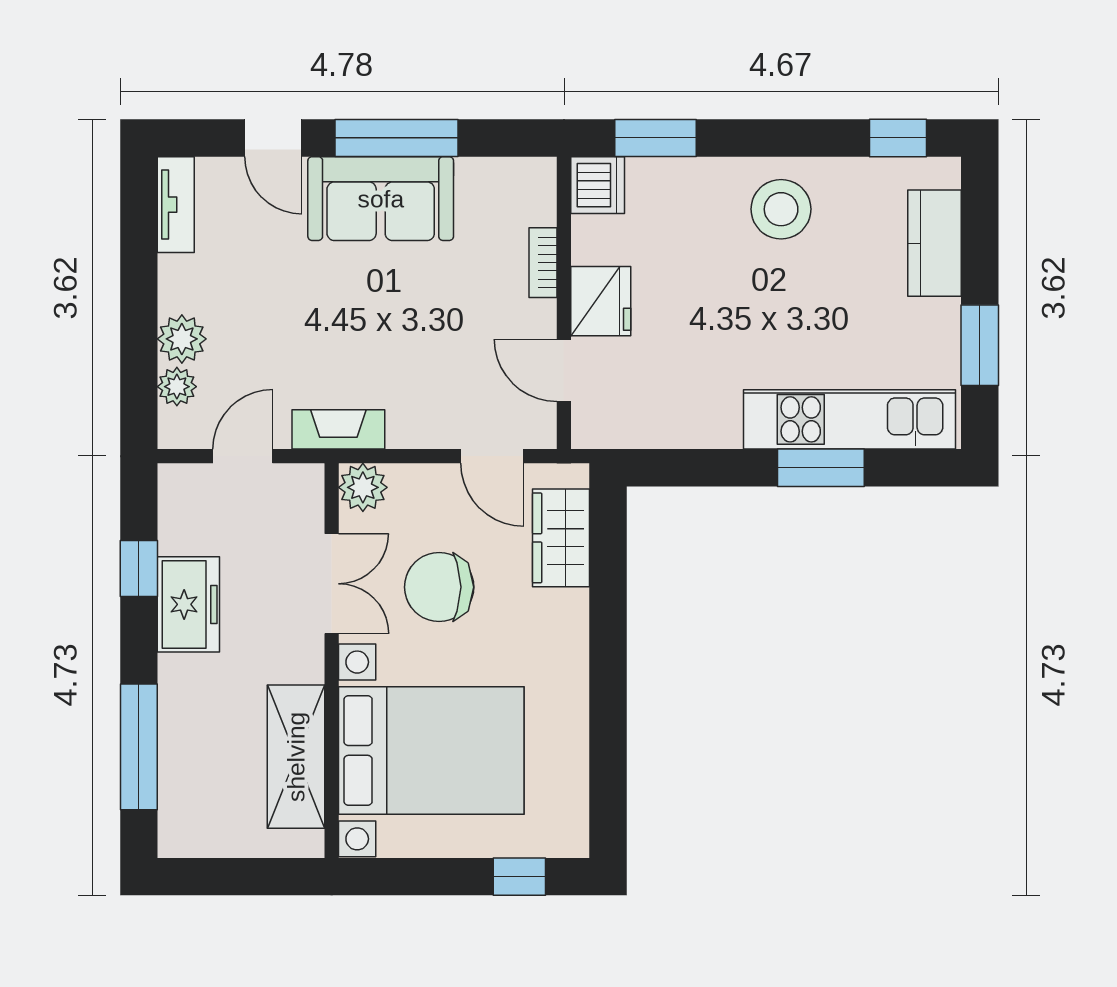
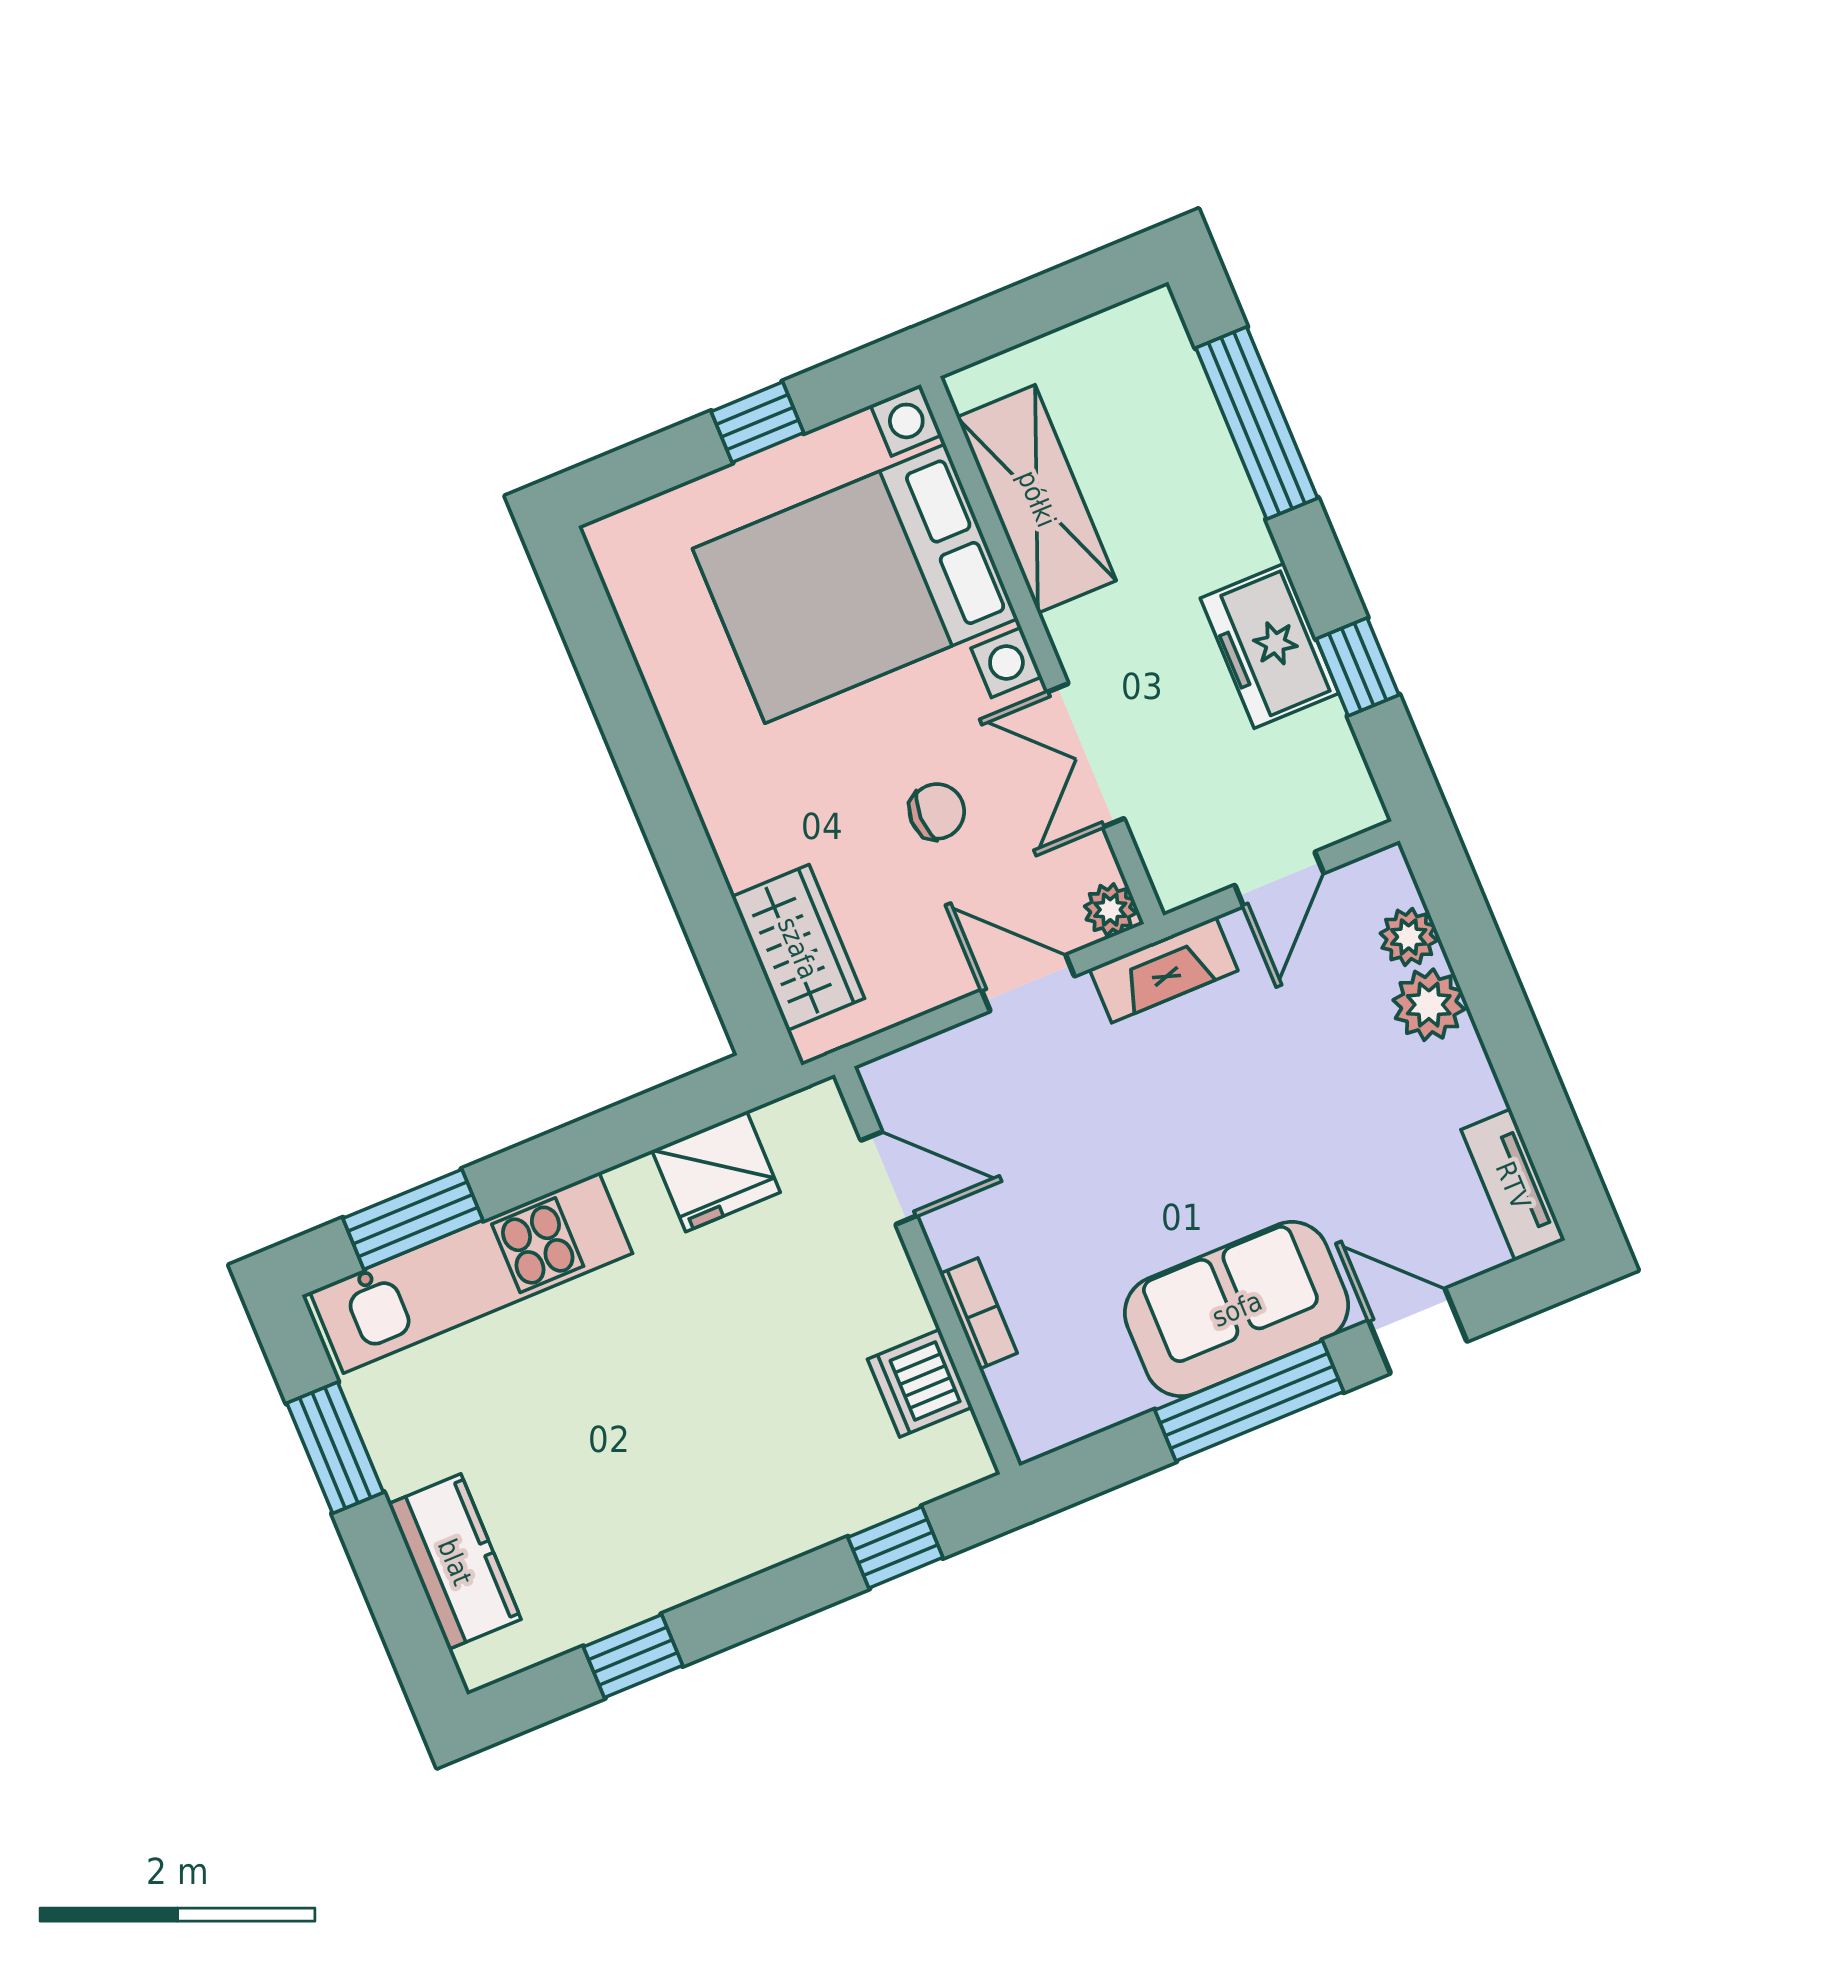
window: (656, 138) -> (895, 1547), width x0.67
window: (898, 138) -> (633, 1656), moved
dishwasher: (598, 185) -> (920, 1383), moved
stool: (781, 209) -> (684, 1521), removed
fridge: (601, 301) -> (716, 1171), moved, turned -90
door: (492, 456) -> (1028, 983), moved
window: (821, 468) -> (413, 1219), moved
plant: (363, 487) -> (1110, 910), width x0.73, depth x0.73
chair: (439, 587) -> (937, 811), width x0.54, depth x0.54
window: (519, 877) -> (757, 422), moved

